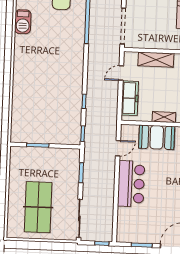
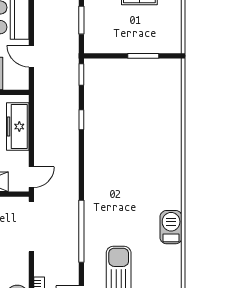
door: (121, 73) -> (31, 177), moved
door: (118, 148) -> (31, 56), hinge flipped

